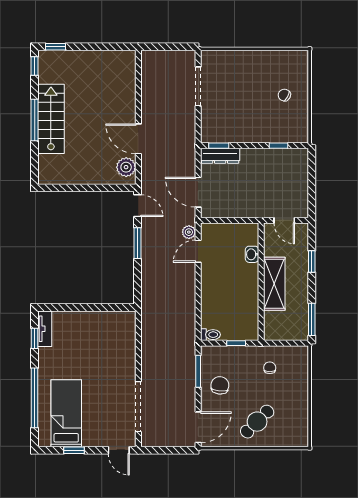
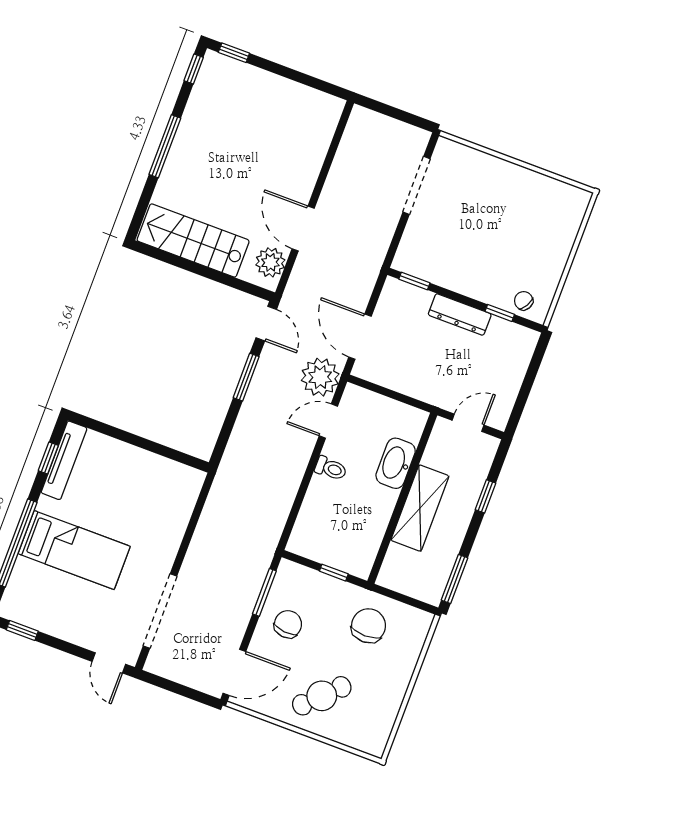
chair: (284, 95) -> (524, 301), moved
stairs: (51, 119) -> (193, 240), moved, turned -90
dresser: (220, 156) -> (460, 314), moved
door: (284, 220) -> (468, 423), swing flipped
plant: (189, 232) -> (320, 377), width x1.88, depth x1.88
washbasin: (252, 254) -> (396, 463), width x1.91, depth x1.45
tv unit: (45, 329) -> (64, 460), width x1.41
toilet: (210, 335) -> (331, 468), moved
chair: (270, 368) -> (368, 626), width x1.87, depth x1.87
bed: (66, 413) -> (74, 550), moved, turned 90
window: (74, 450) -> (22, 630), moved

